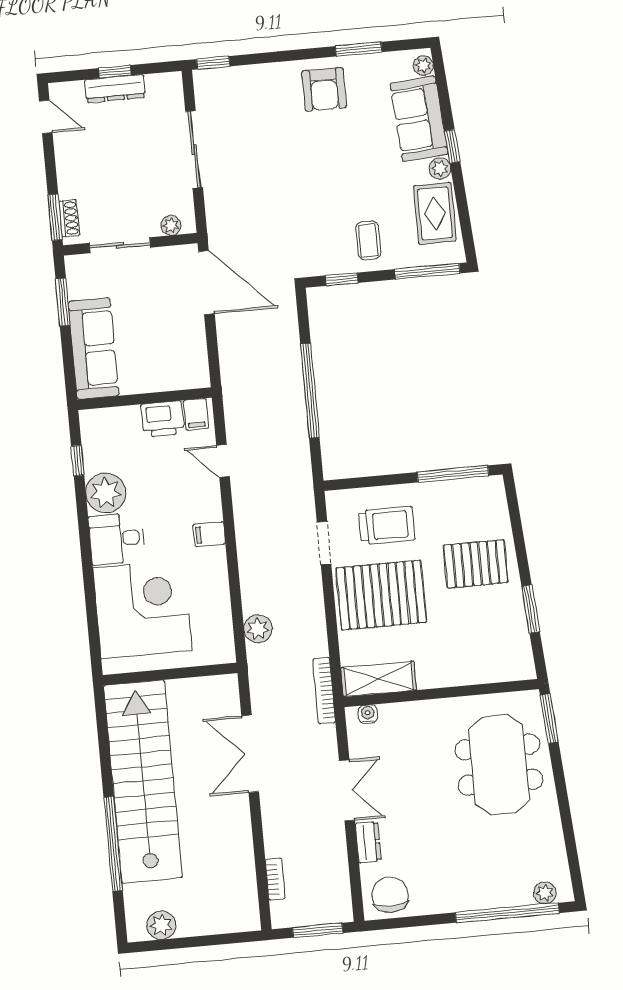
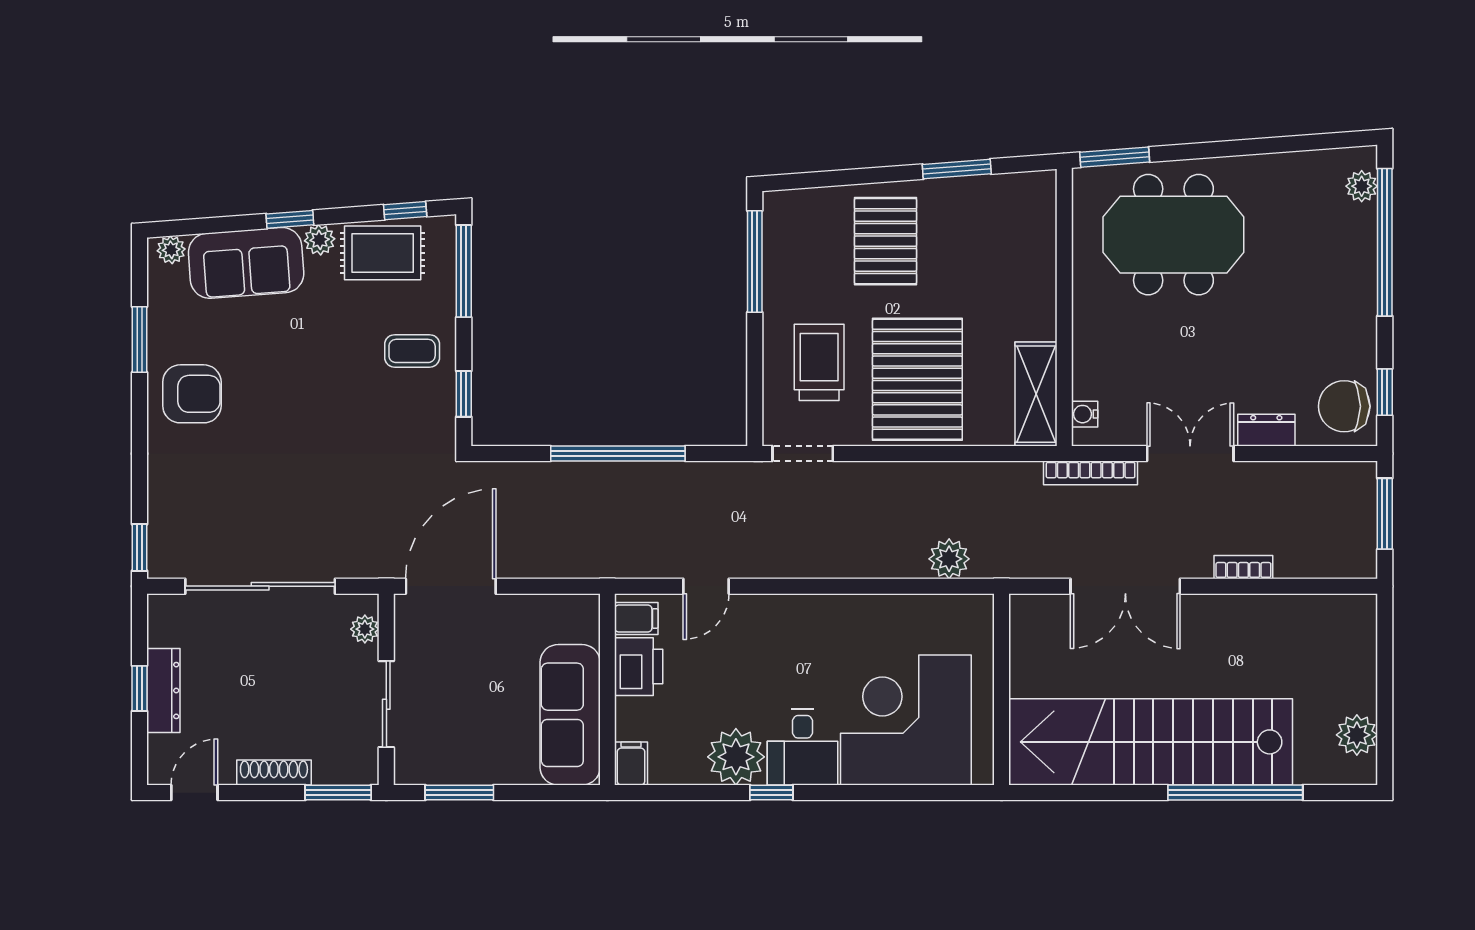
sliding door: (194, 150) -> (260, 586), width x1.36
shoe rack: (69, 218) -> (274, 773), moved, width x1.43
window: (466, 226) -> (405, 211), added
sofa: (93, 349) -> (570, 715), moved, turned -90
window: (78, 461) -> (771, 793), moved
filing cabinet: (209, 534) -> (631, 764), moved, turned 180
doorway: (324, 543) -> (803, 454), moved
bookcase: (324, 691) -> (1091, 473), moved
bookcase: (275, 879) -> (1243, 567), moved
window: (403, 922) -> (1385, 392), added

